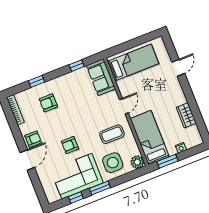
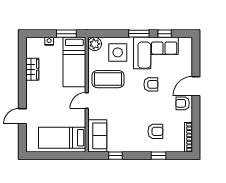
coffee table: (112, 134) -> (108, 79), width x1.36, depth x1.32

